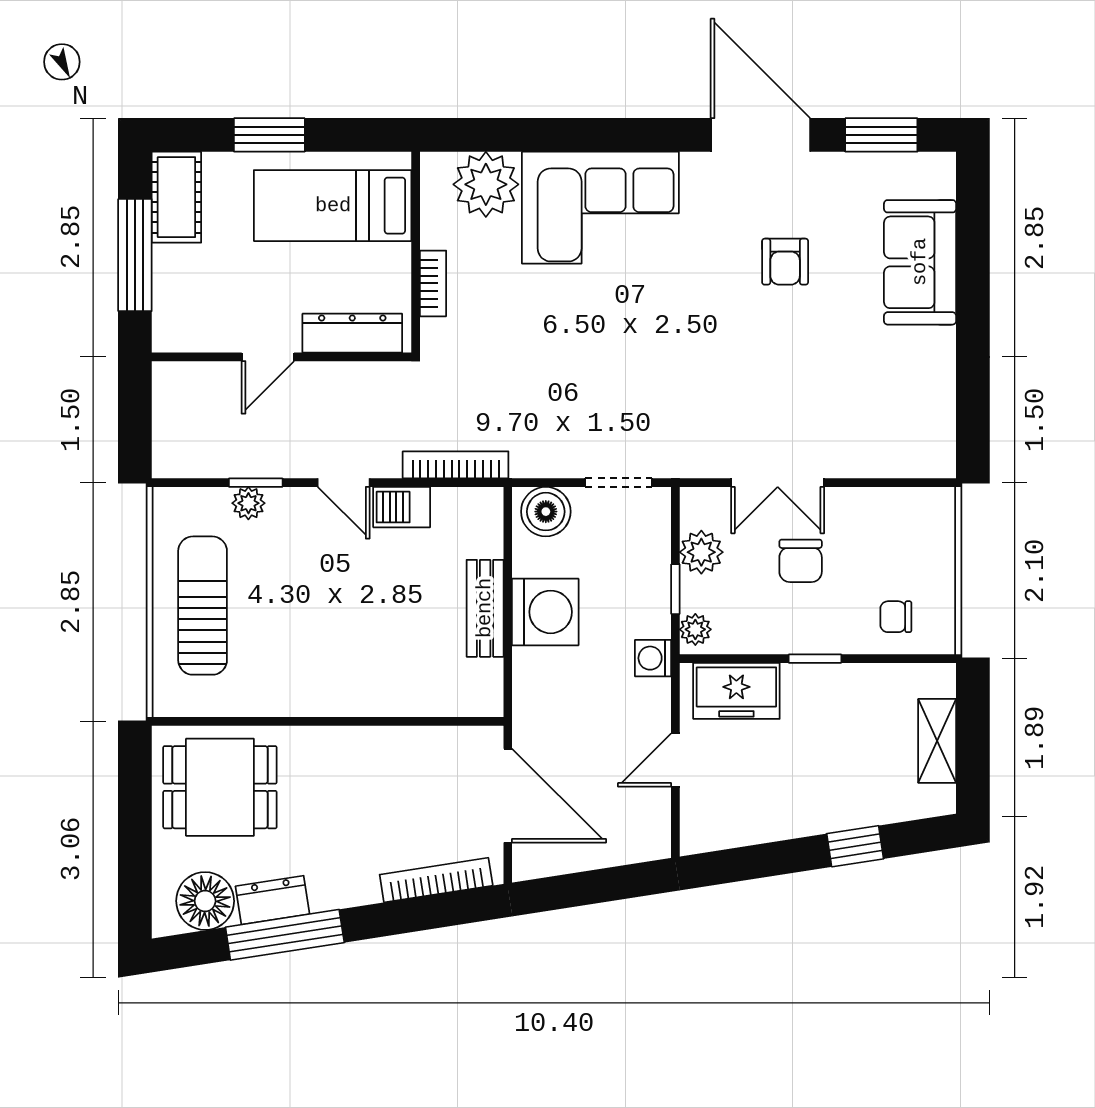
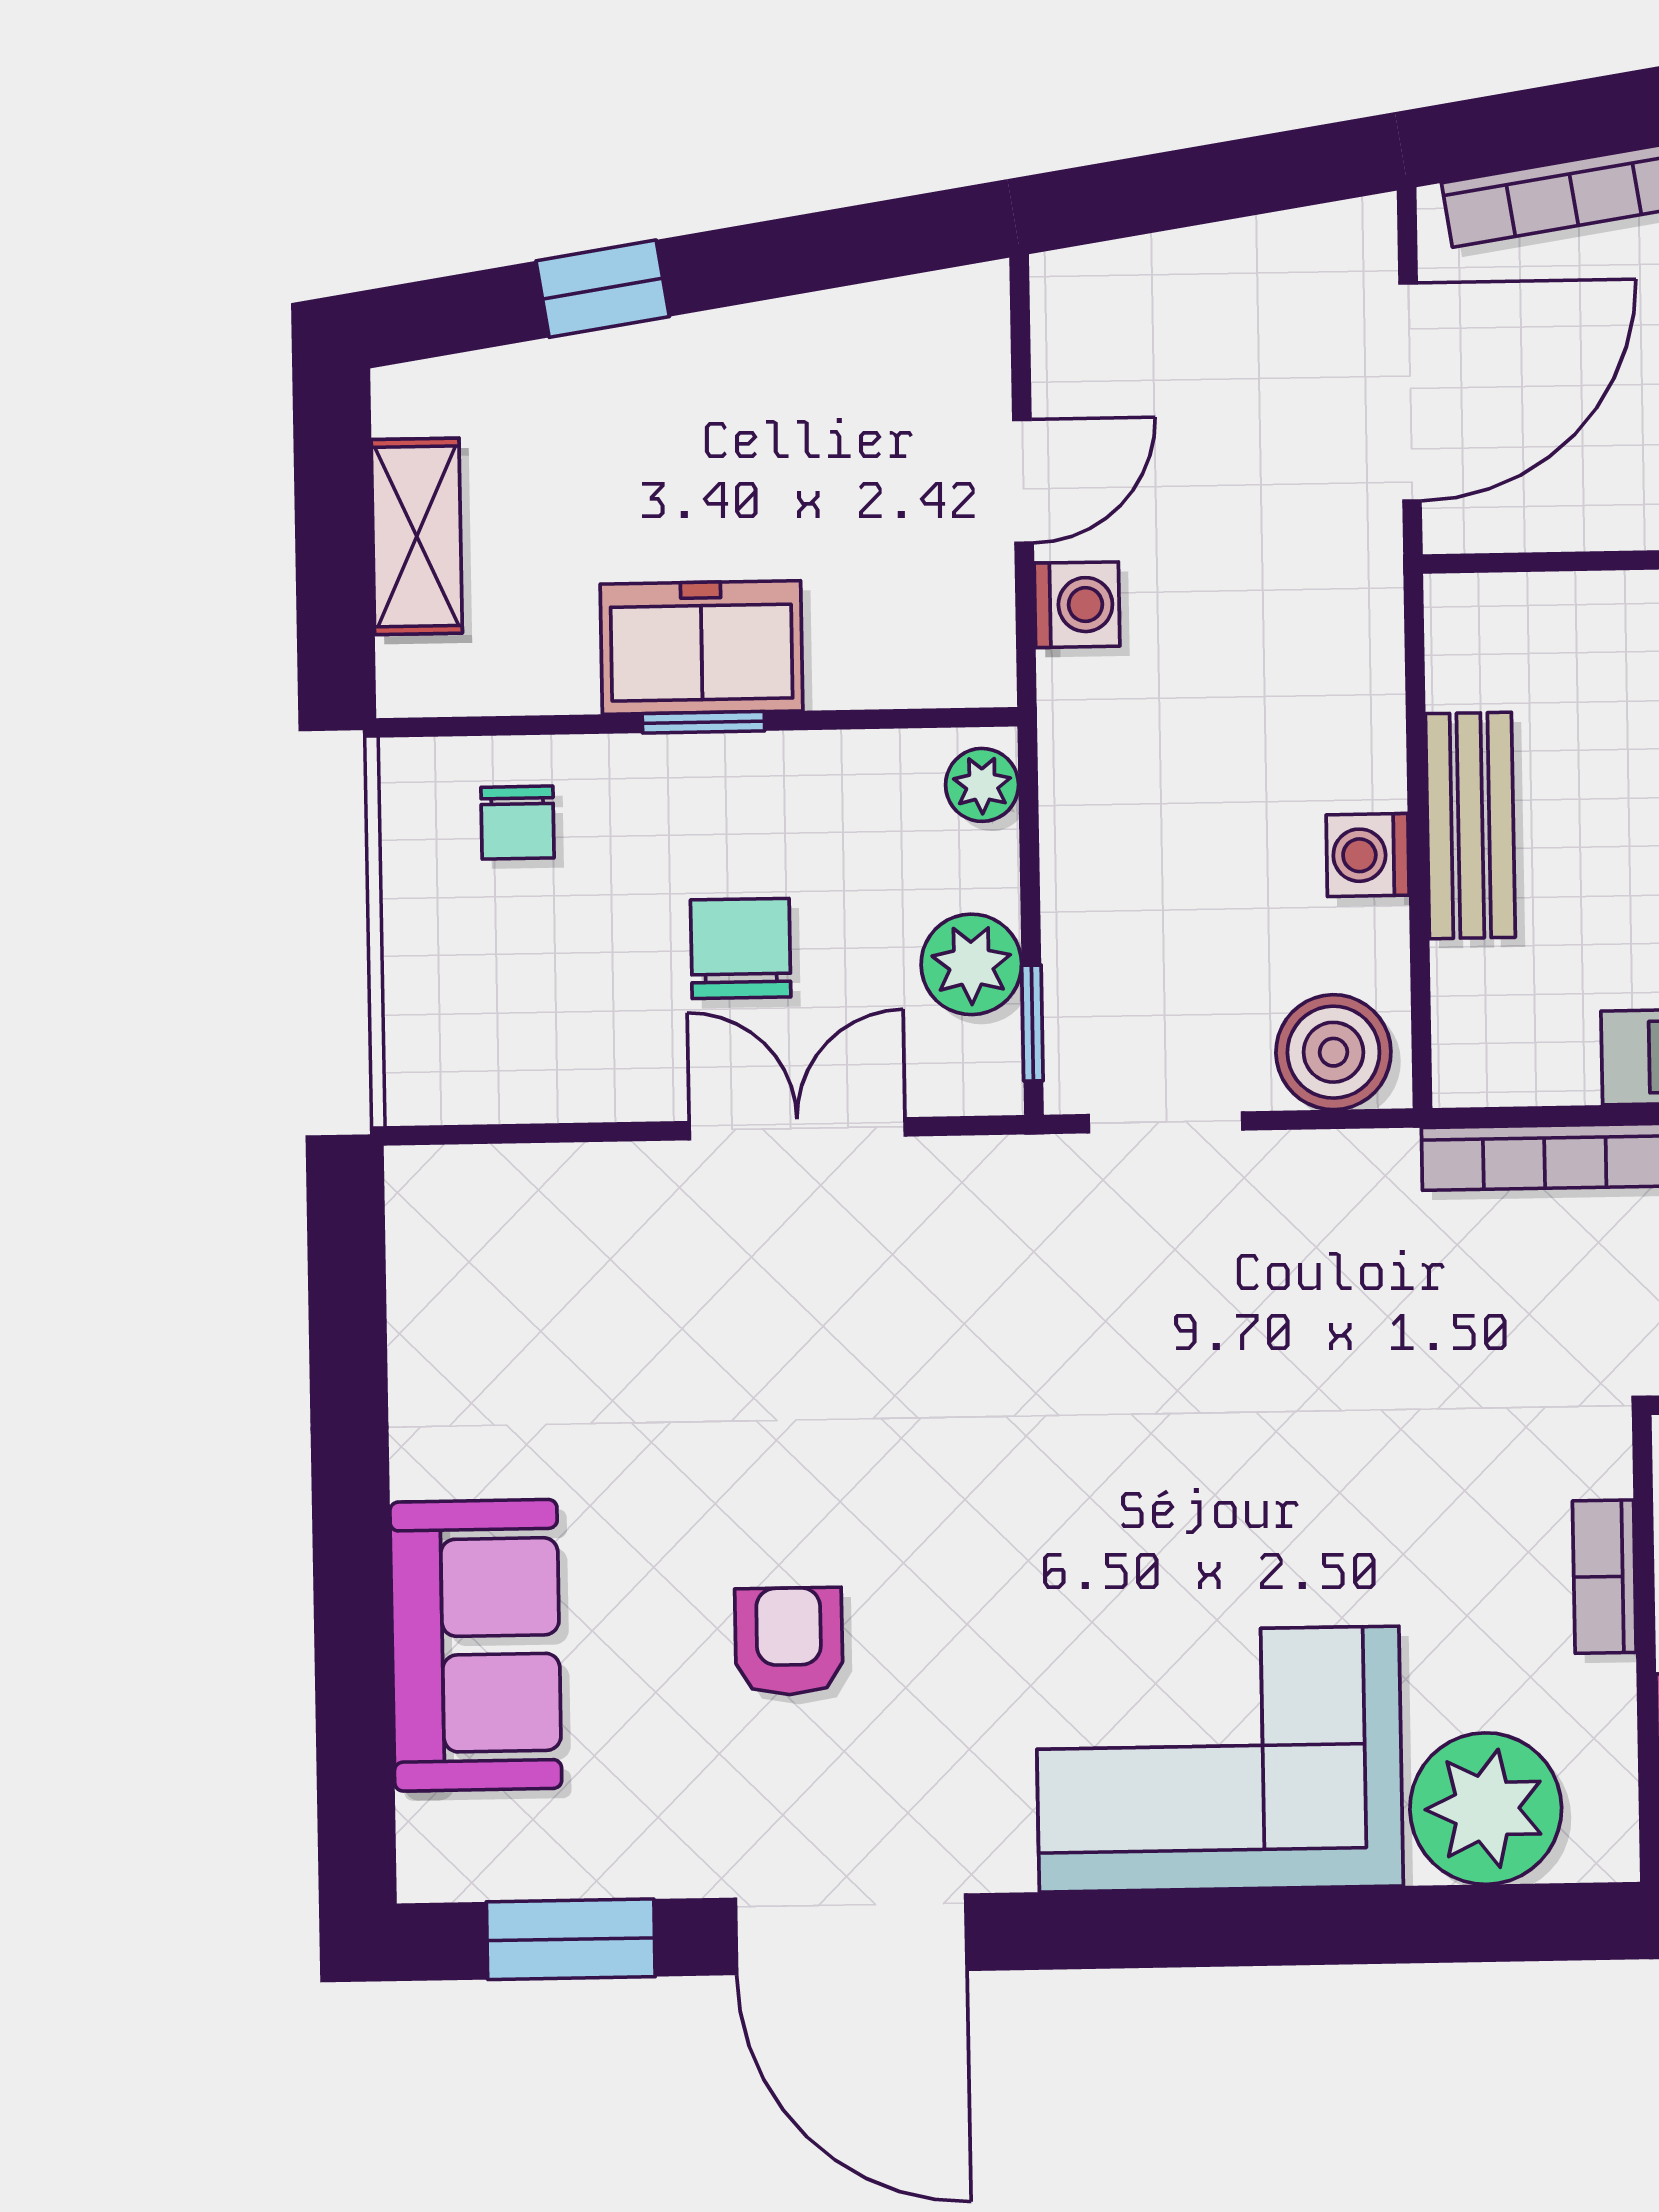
window: (675, 589) -> (1032, 1023), moved
washing machine: (545, 612) -> (1368, 855), width x0.53, depth x0.53
chair: (896, 617) -> (518, 823), turned 90
washing machine: (653, 658) -> (1077, 605), moved
freezer: (736, 691) -> (702, 647), moved
door: (508, 796) -> (1410, 392), swing flipped

